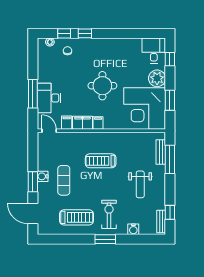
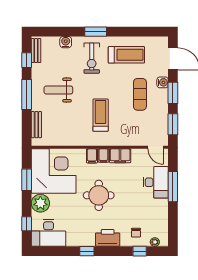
window: (85, 33) -> (87, 251), moved
printer: (94, 46) -> (108, 238), added
desk: (154, 50) -> (49, 233), width x1.37
filing cabinet: (67, 123) -> (92, 156), moved
window: (33, 152) -> (173, 124), added
window: (170, 159) -> (27, 95), moved
treadmill: (101, 161) -> (101, 115), turned -90
water cooler: (43, 176) -> (163, 82), moved
weight bench: (140, 184) -> (58, 90), turned -90
treadmill: (76, 217) -> (126, 55), turned 180

